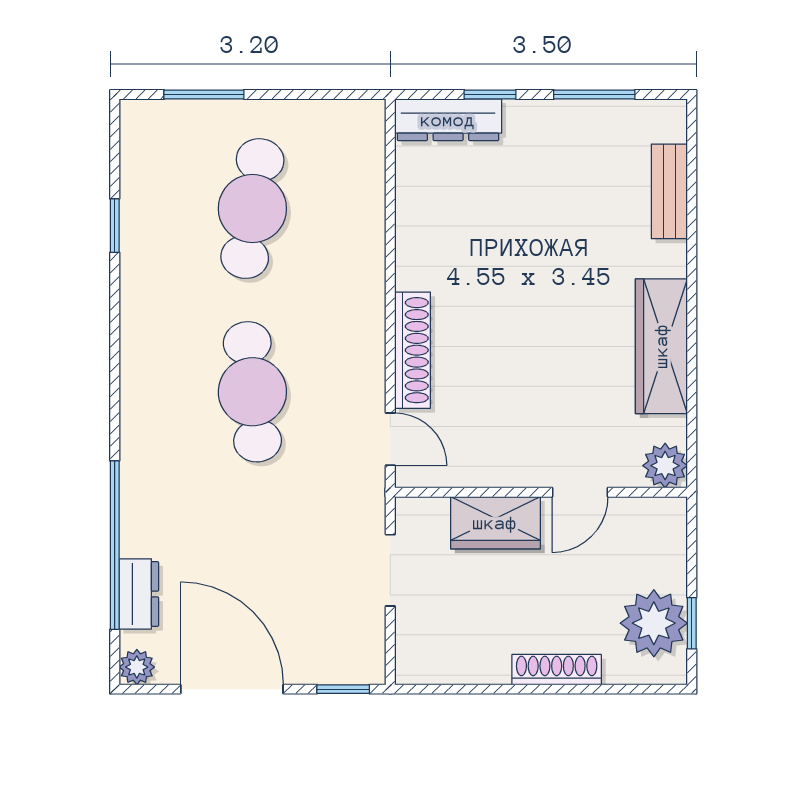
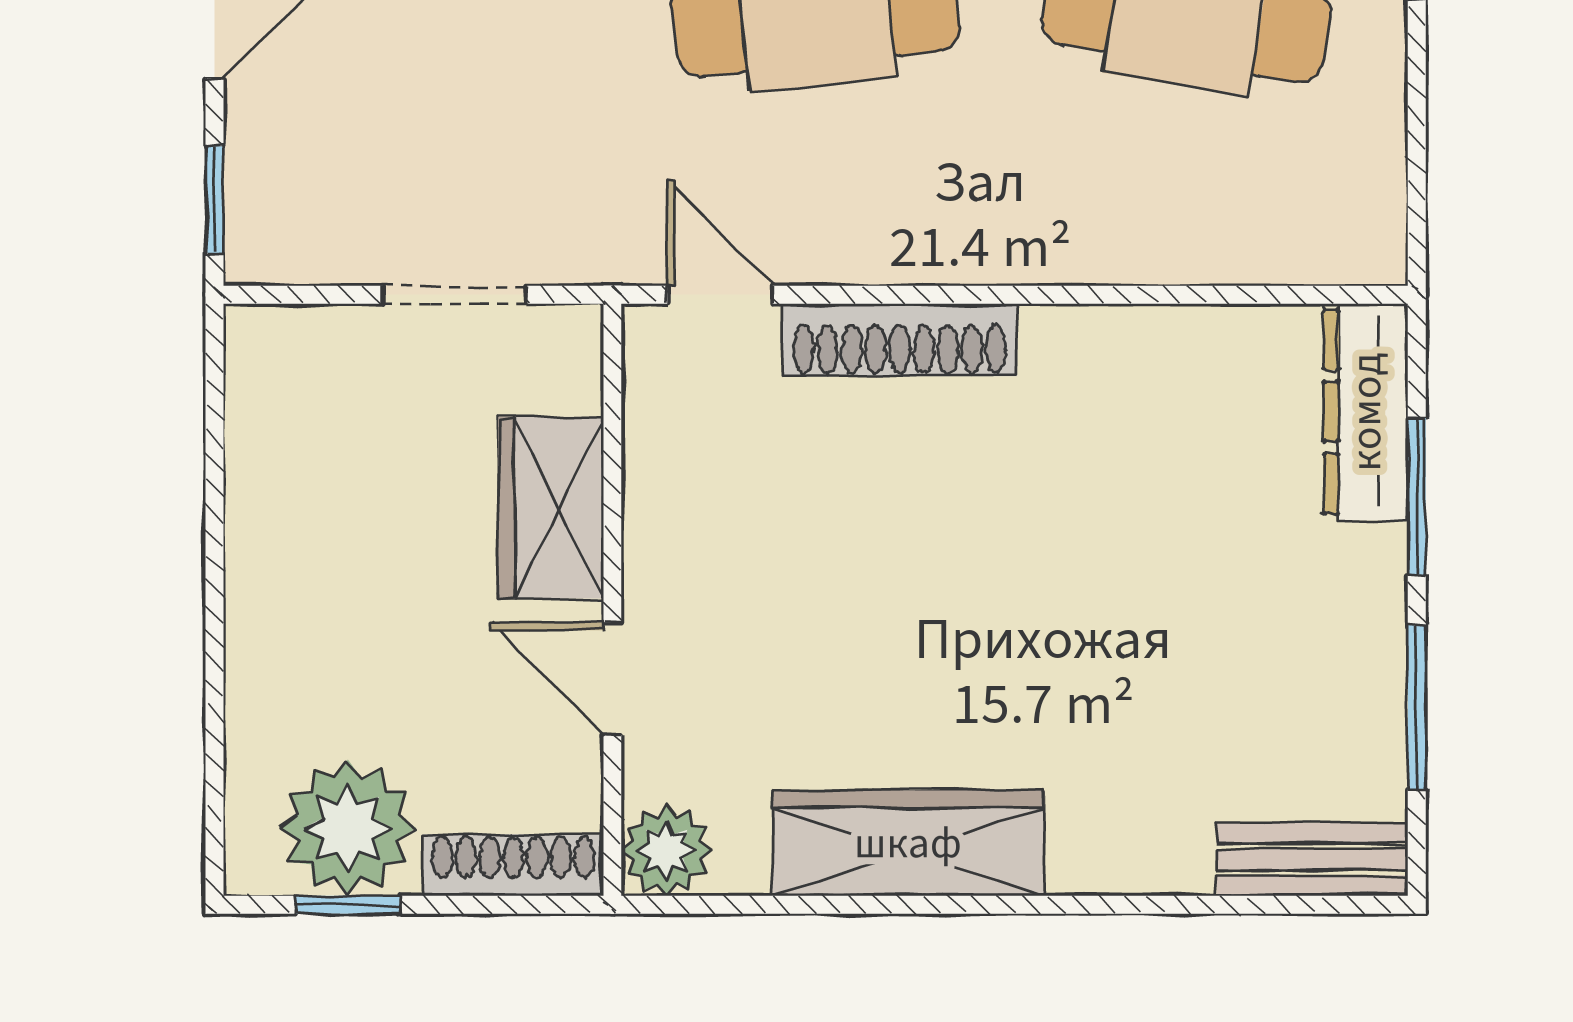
window: (490, 94) -> (1417, 497), width x1.50
bench: (669, 191) -> (1312, 859), moved
door: (390, 439) -> (720, 295), swing flipped
shoe rack: (557, 670) -> (513, 865), moved, turned -90

